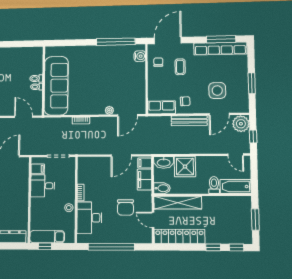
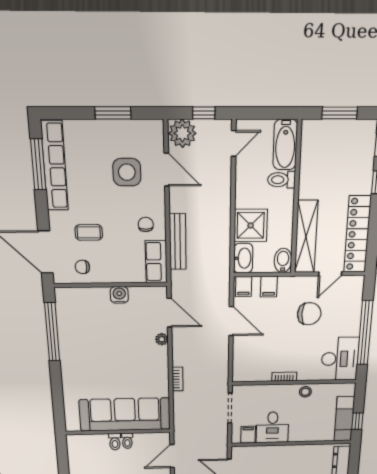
water cooler: (140, 56) -> (119, 295), moved
bench: (189, 121) -> (178, 242), moved
filing cabinet: (145, 180) -> (269, 287), width x0.50
desk: (89, 218) -> (340, 359), moved, turned -90

